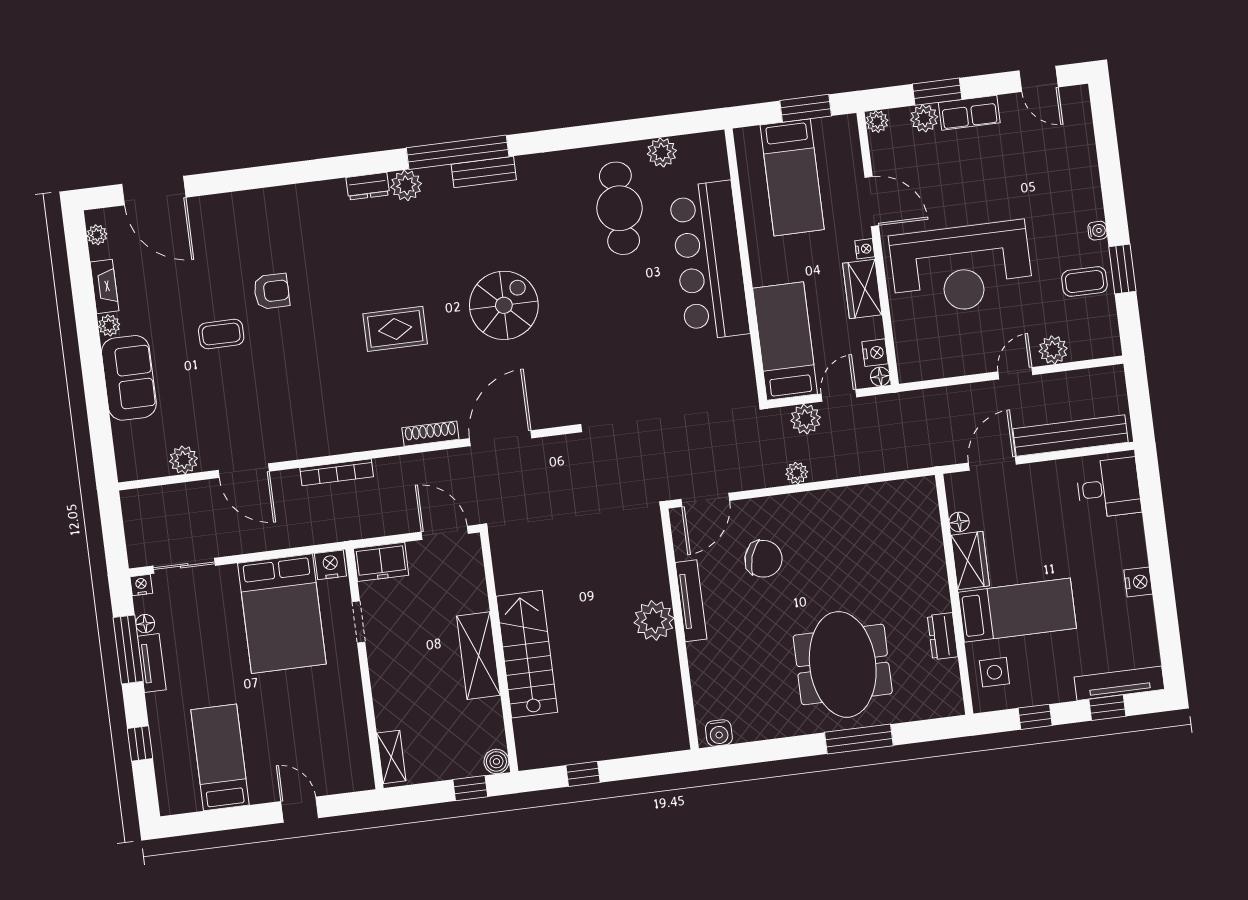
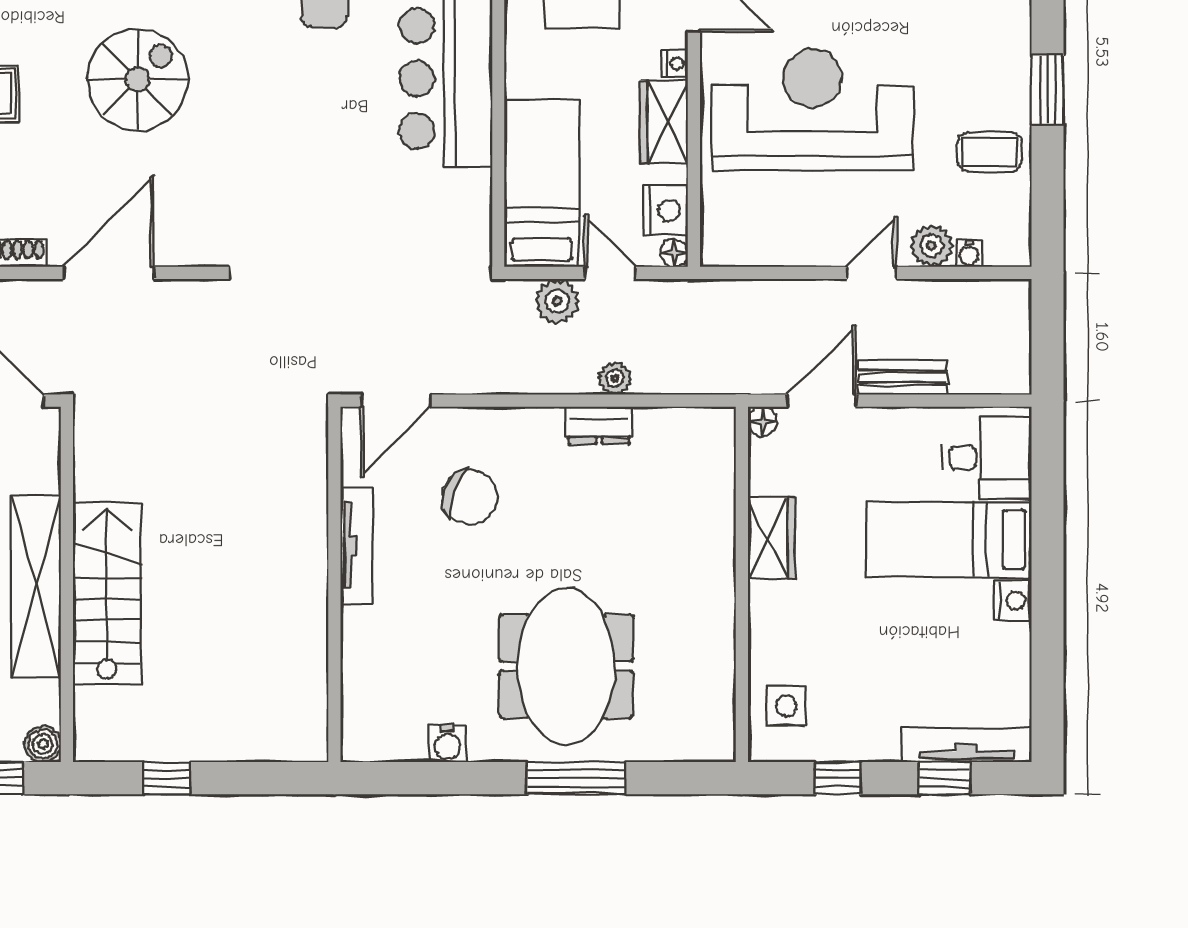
water cooler: (1097, 231) -> (969, 254), moved, turned 90
reception desk: (961, 268) -> (812, 110), turned 180
window: (1122, 269) -> (1047, 90), moved
nightstand: (875, 353) -> (665, 210), width x1.36, depth x1.33
door: (839, 395) -> (610, 273), hinge flipped
bench: (1071, 436) -> (903, 378), width x0.54, depth x0.82
plant: (797, 473) -> (615, 378), moved
floor lamp: (959, 522) -> (762, 421), moved
bed: (1017, 610) -> (948, 540), moved, turned 180
plant: (654, 620) -> (299, 567), removed
dresser: (943, 636) -> (599, 425), moved, turned -90
shelving: (478, 656) -> (36, 586), width x1.47
water cooler: (719, 733) -> (447, 744), moved

